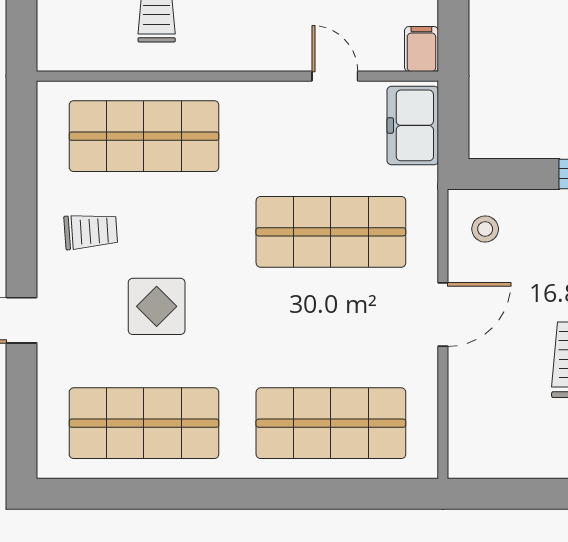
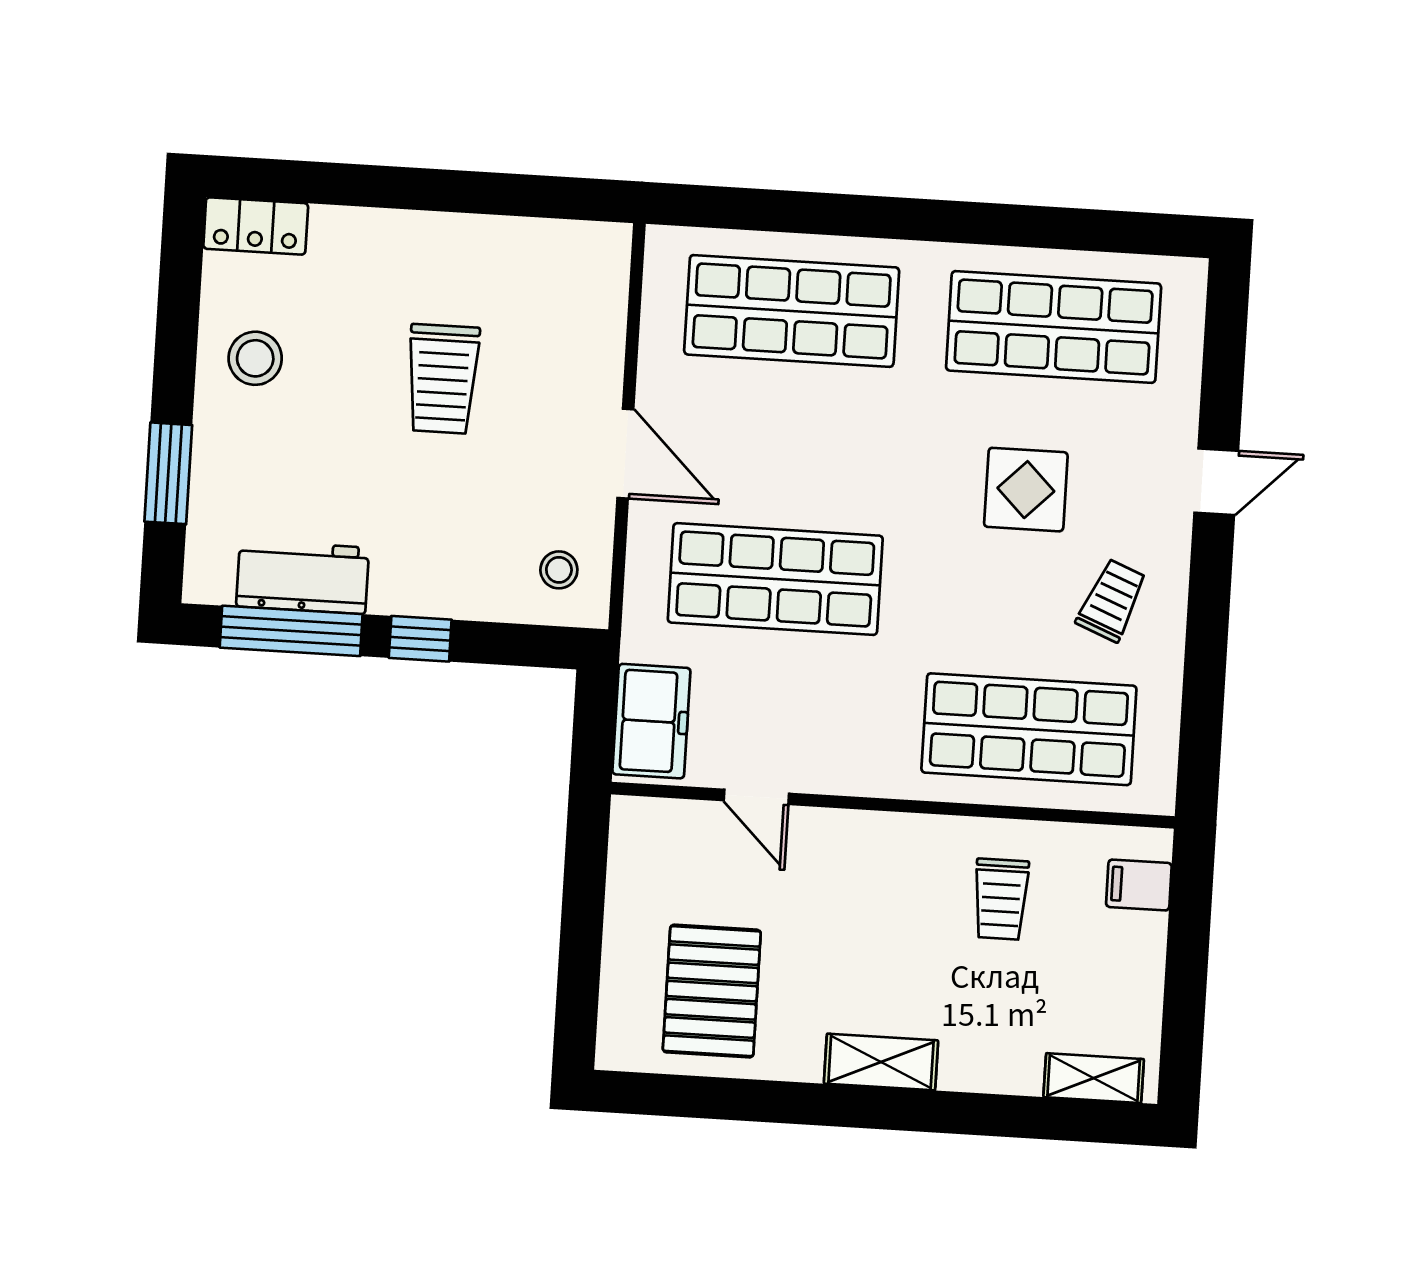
filing cabinet: (421, 49) -> (1139, 885), moved, turned 90
trolley: (91, 231) -> (1112, 600), turned 116
door: (443, 315) -> (625, 454), swing flipped

